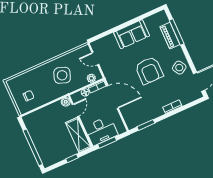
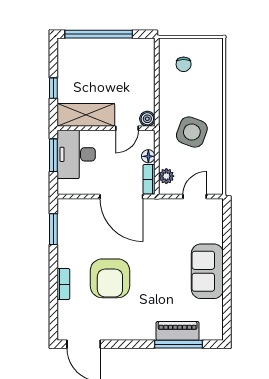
side table: (179, 68) -> (120, 323), removed
armchair: (149, 70) -> (110, 278), moved, turned -90
door: (113, 97) -> (121, 197), hinge flipped
door: (75, 110) -> (127, 128), hinge flipped

